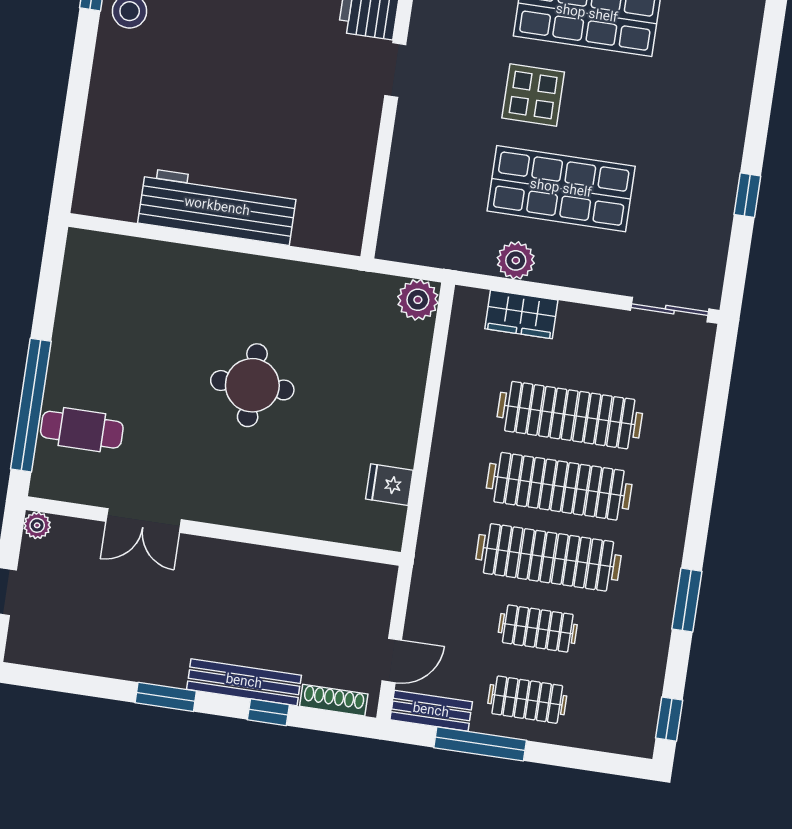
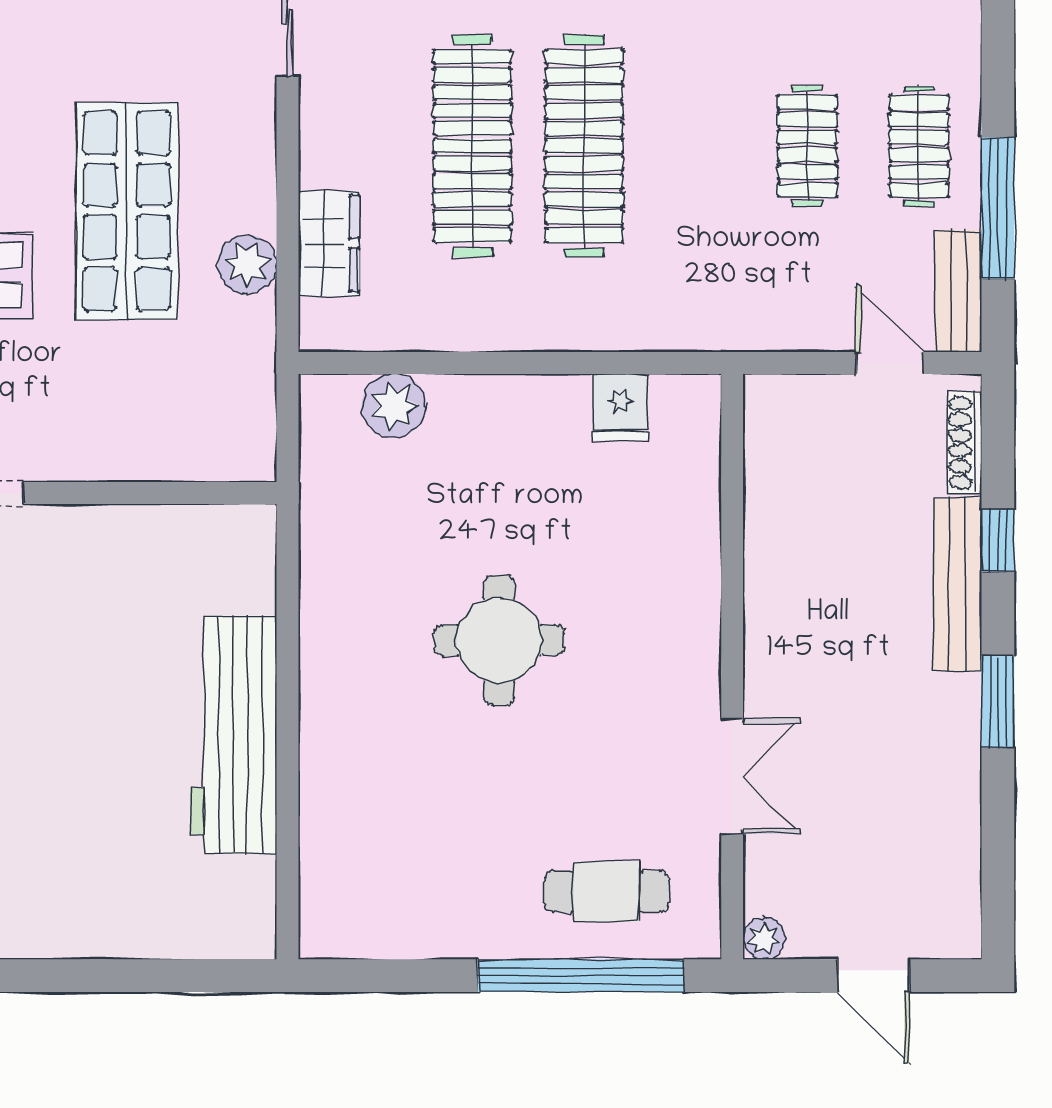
plant: (418, 300) -> (394, 406), moved
cafe table: (82, 430) -> (607, 892), turned 90
clothes rail: (548, 557) -> (696, 146), removed

